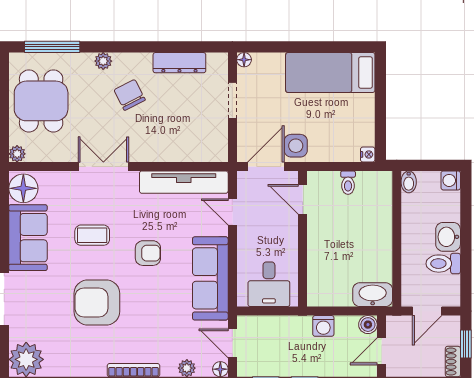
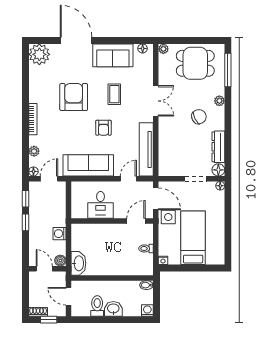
floor lamp: (218, 63) -> (218, 170), added
bed: (330, 72) -> (193, 238), moved
floor lamp: (23, 188) -> (143, 48), width x0.53, depth x0.53
desk: (269, 284) -> (101, 205), moved, turned -90

